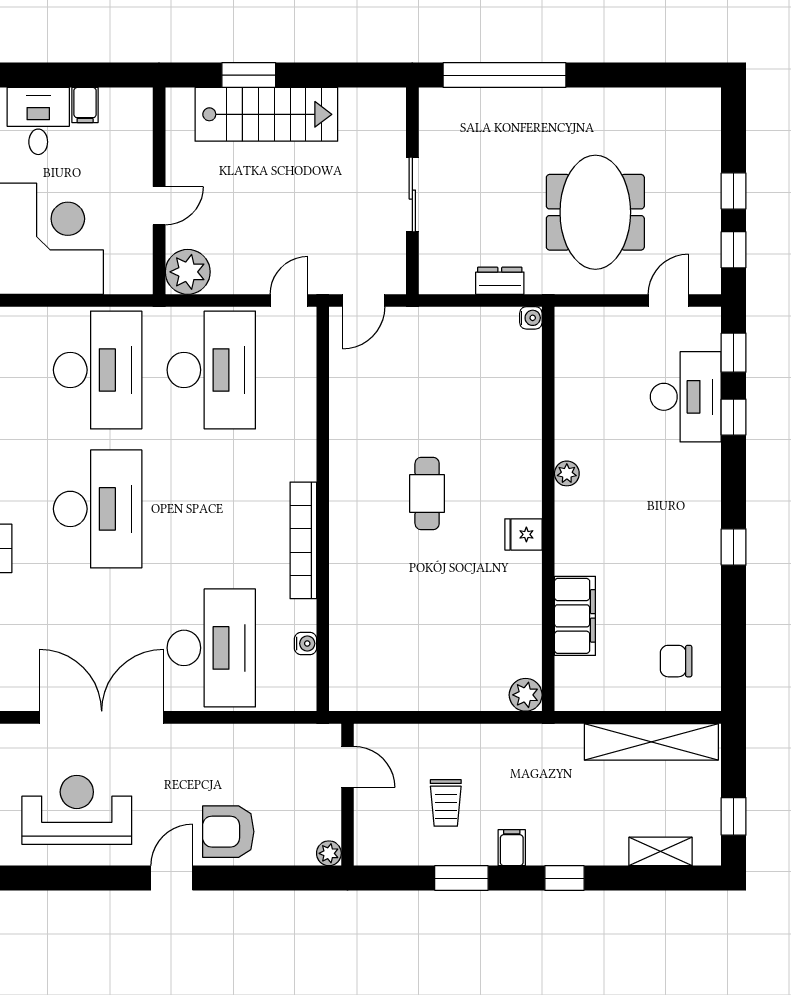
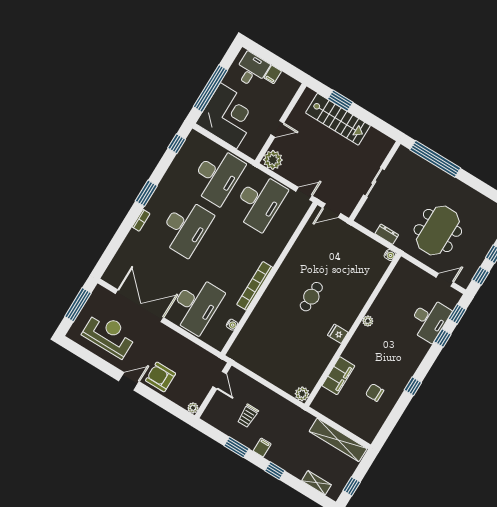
chair: (676, 661) -> (375, 393), moved

